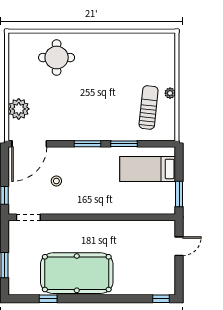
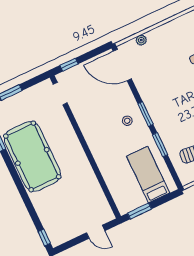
plant: (19, 109) -> (141, 40), width x0.53, depth x0.53
stool: (56, 181) -> (127, 121), moved

